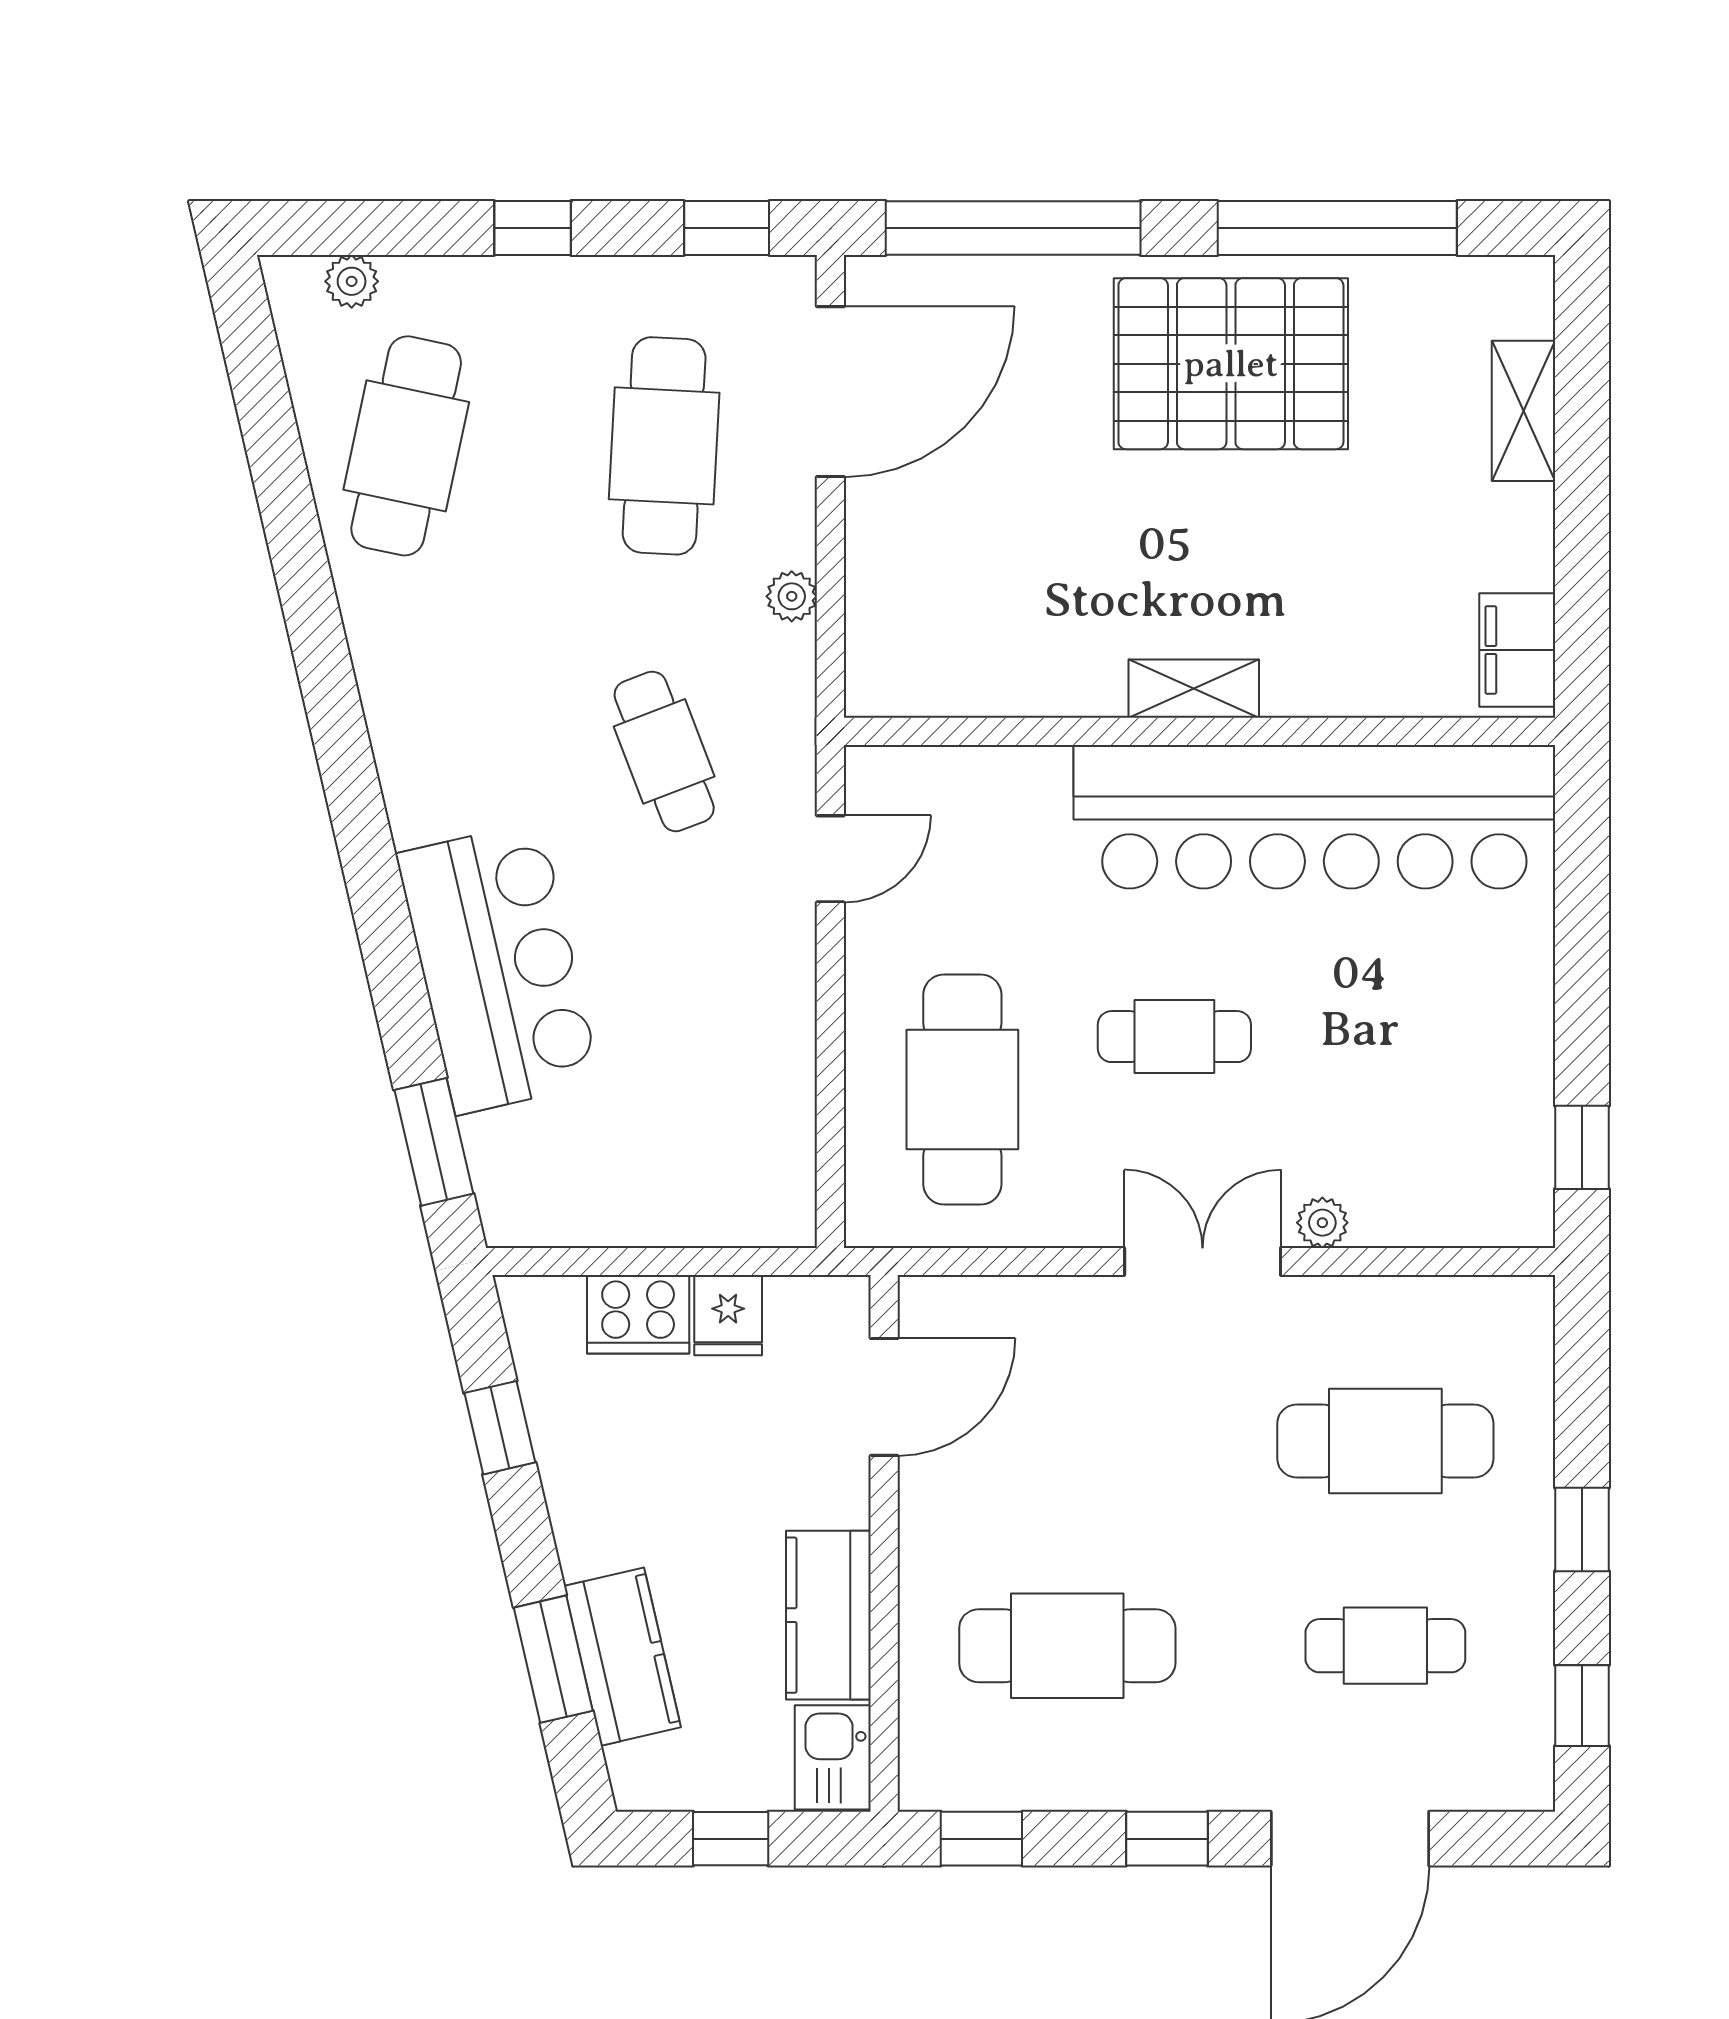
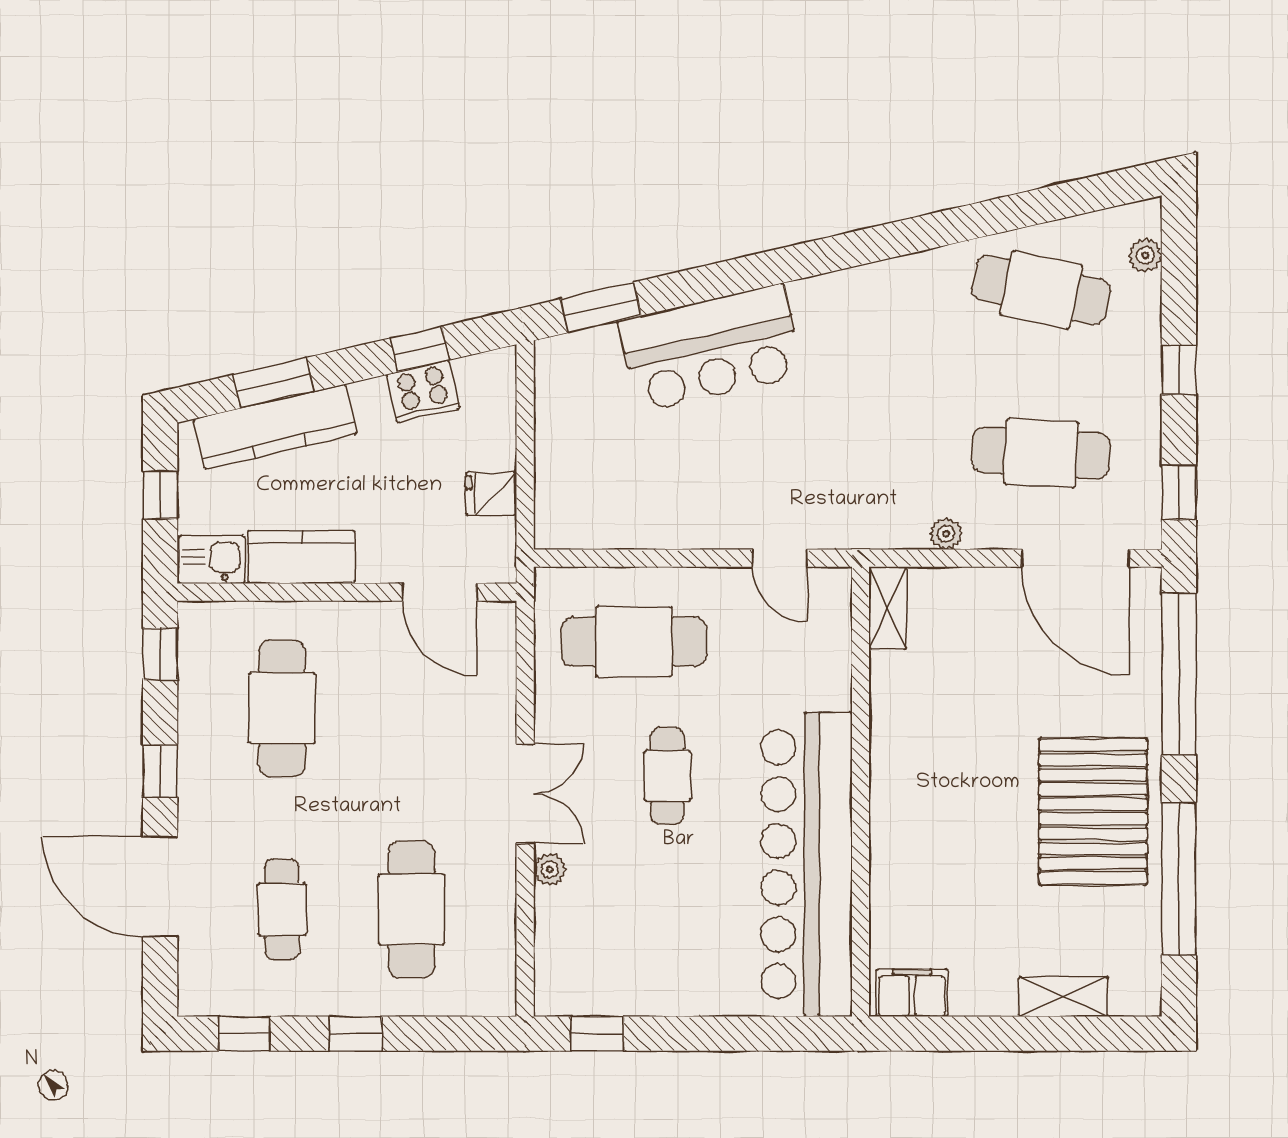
shelving: (1194, 689) -> (888, 608), moved
cafe table: (664, 751) -> (848, 453), removed
cooker: (638, 1314) -> (423, 391), moved, turned -103
kitchen counter: (622, 1657) -> (275, 427), width x1.50

